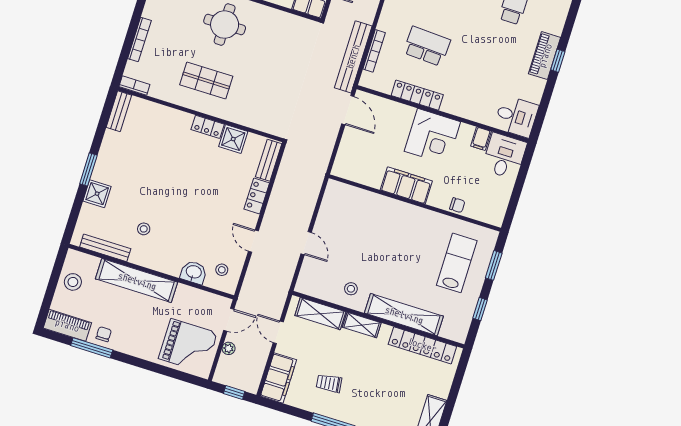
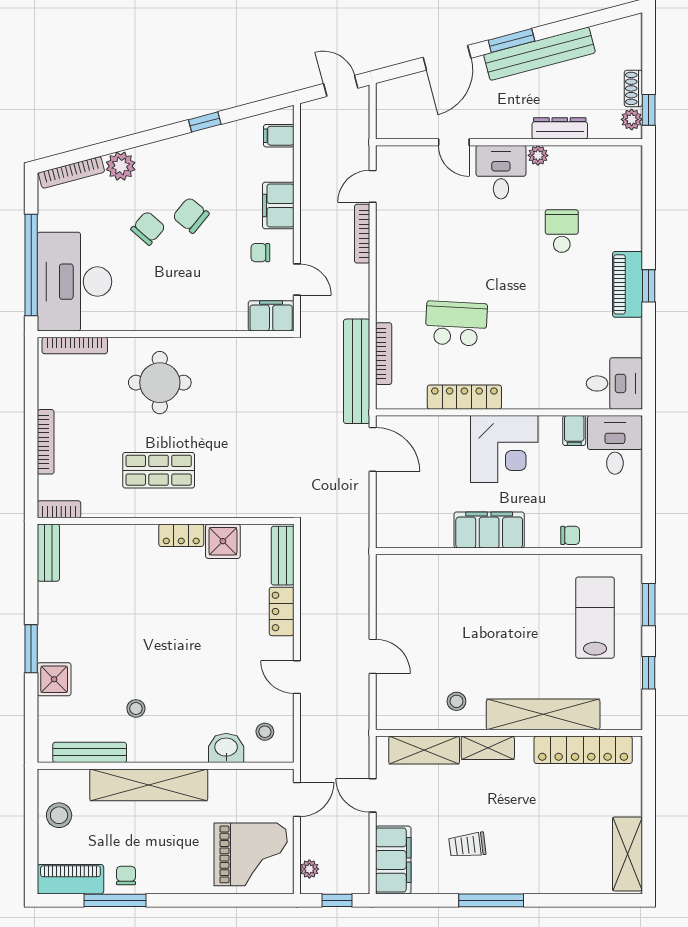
plant: (229, 348) -> (309, 869), moved

